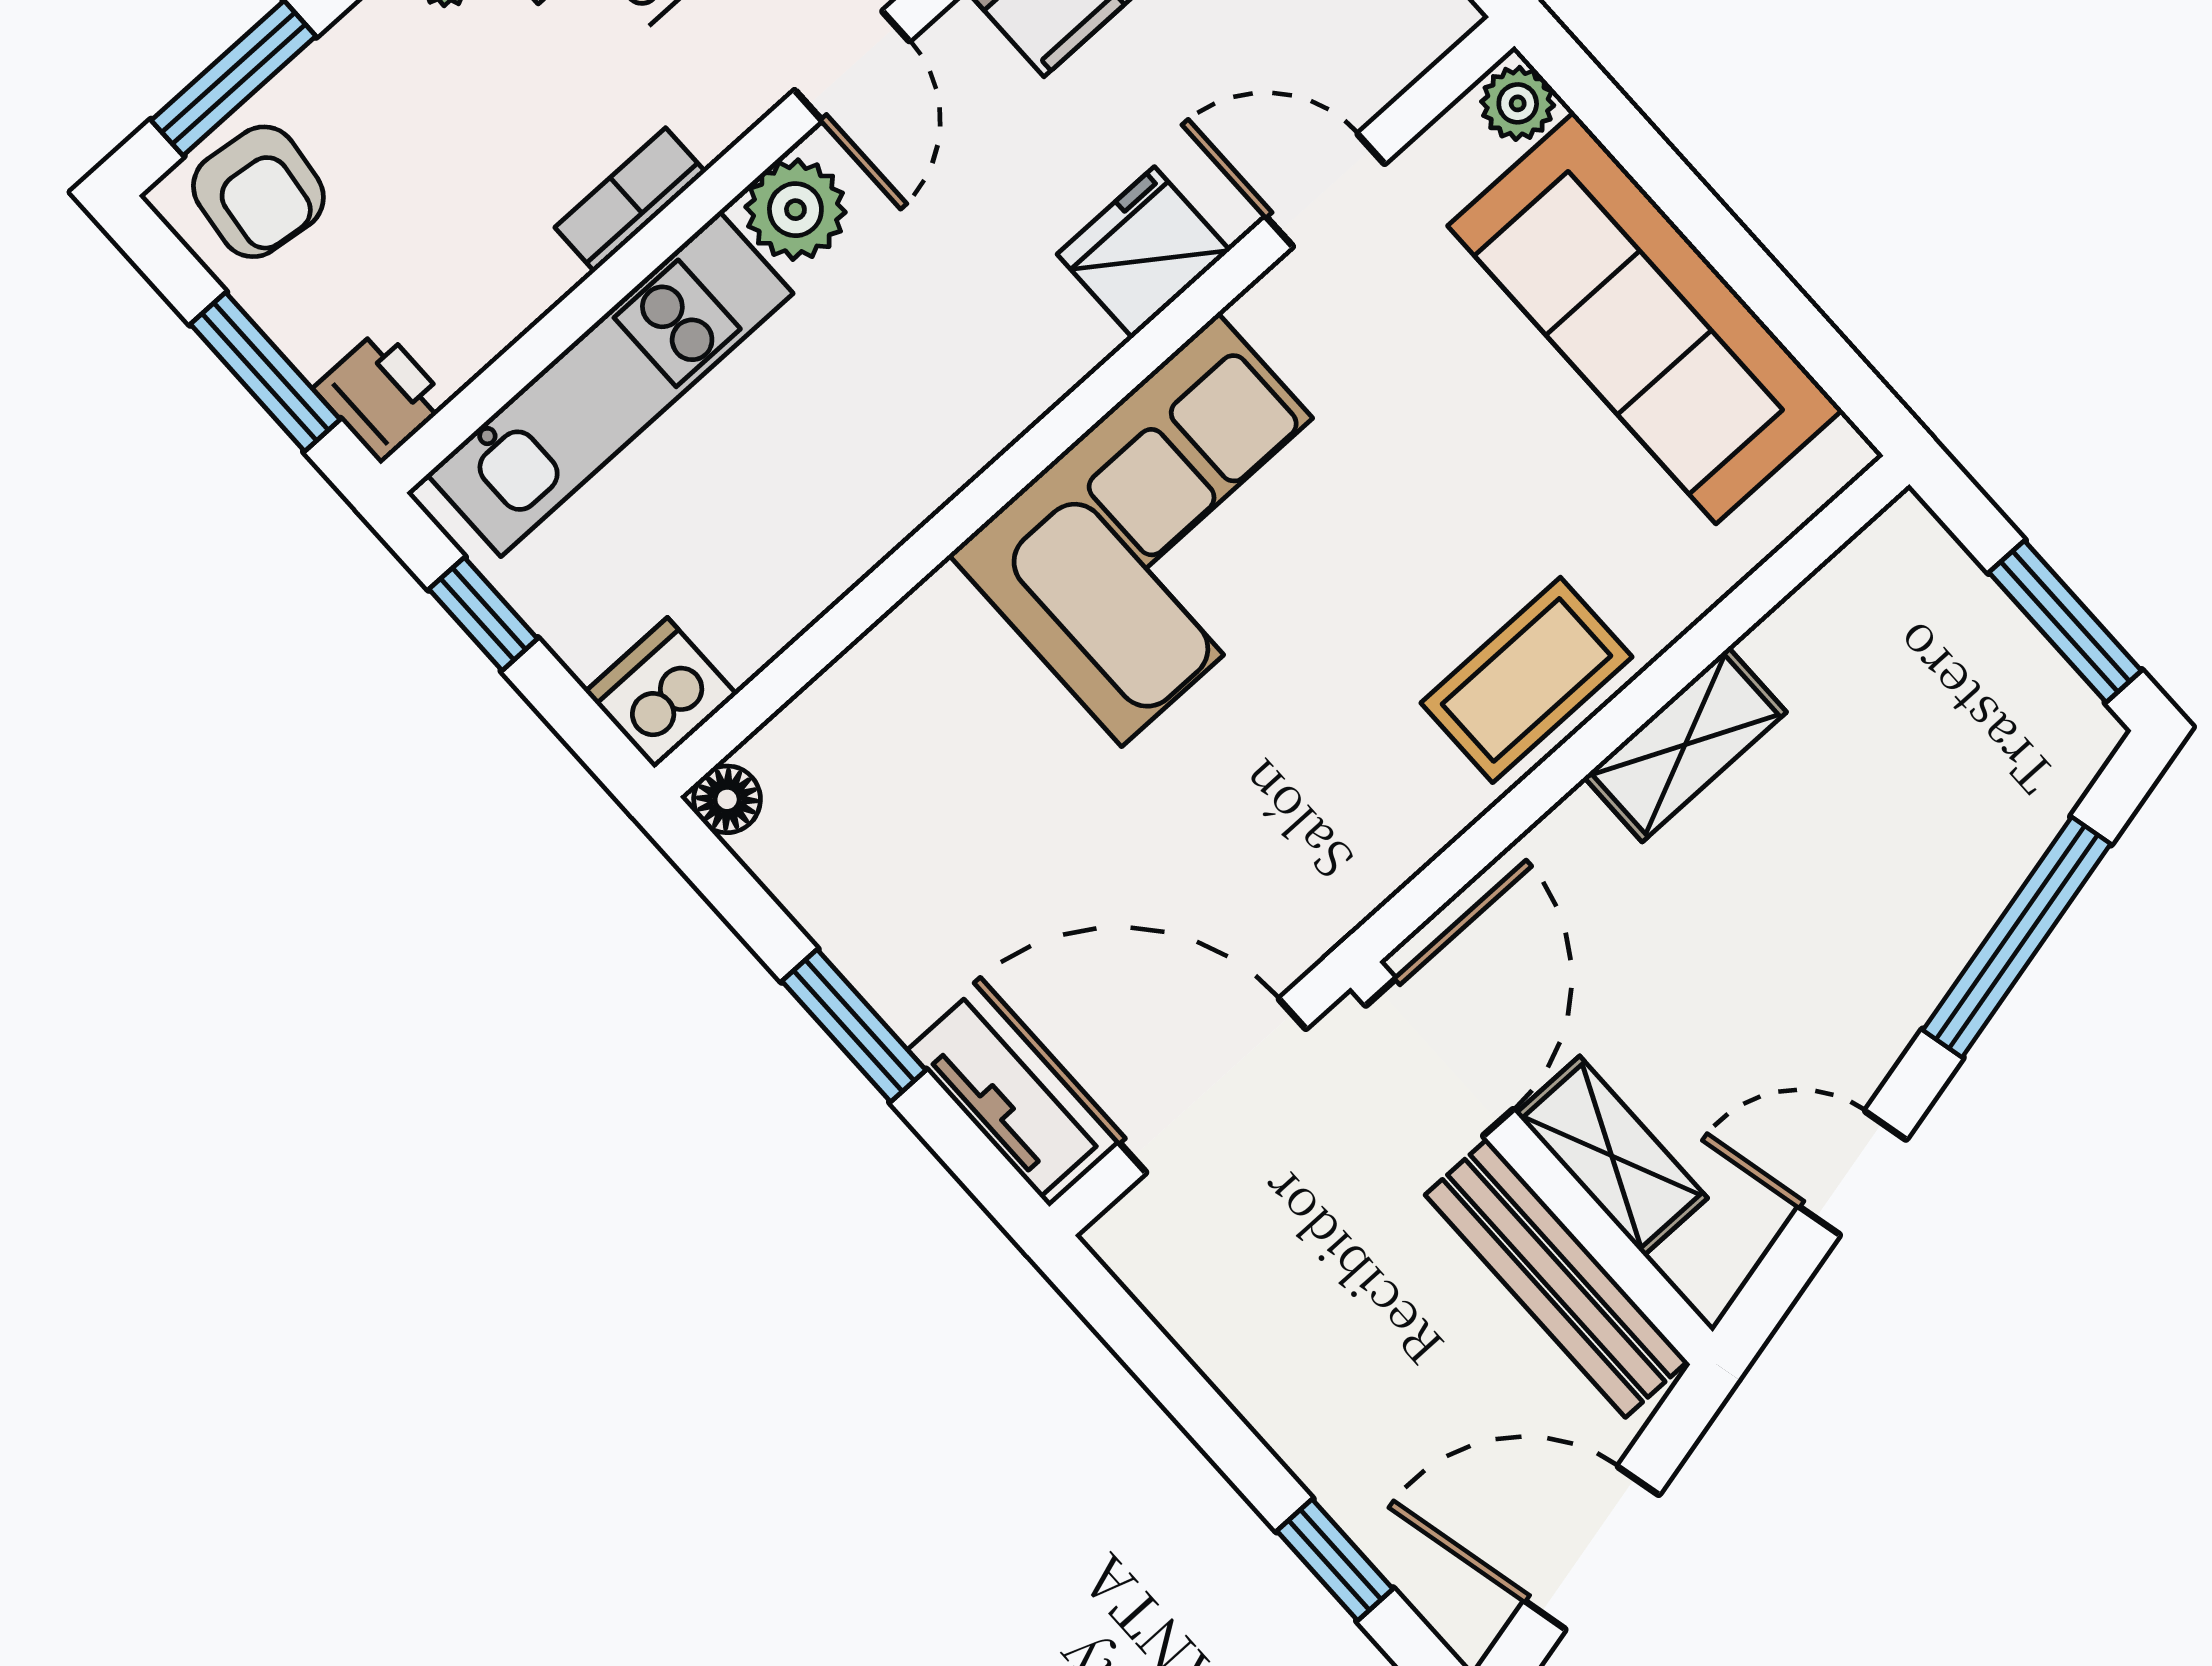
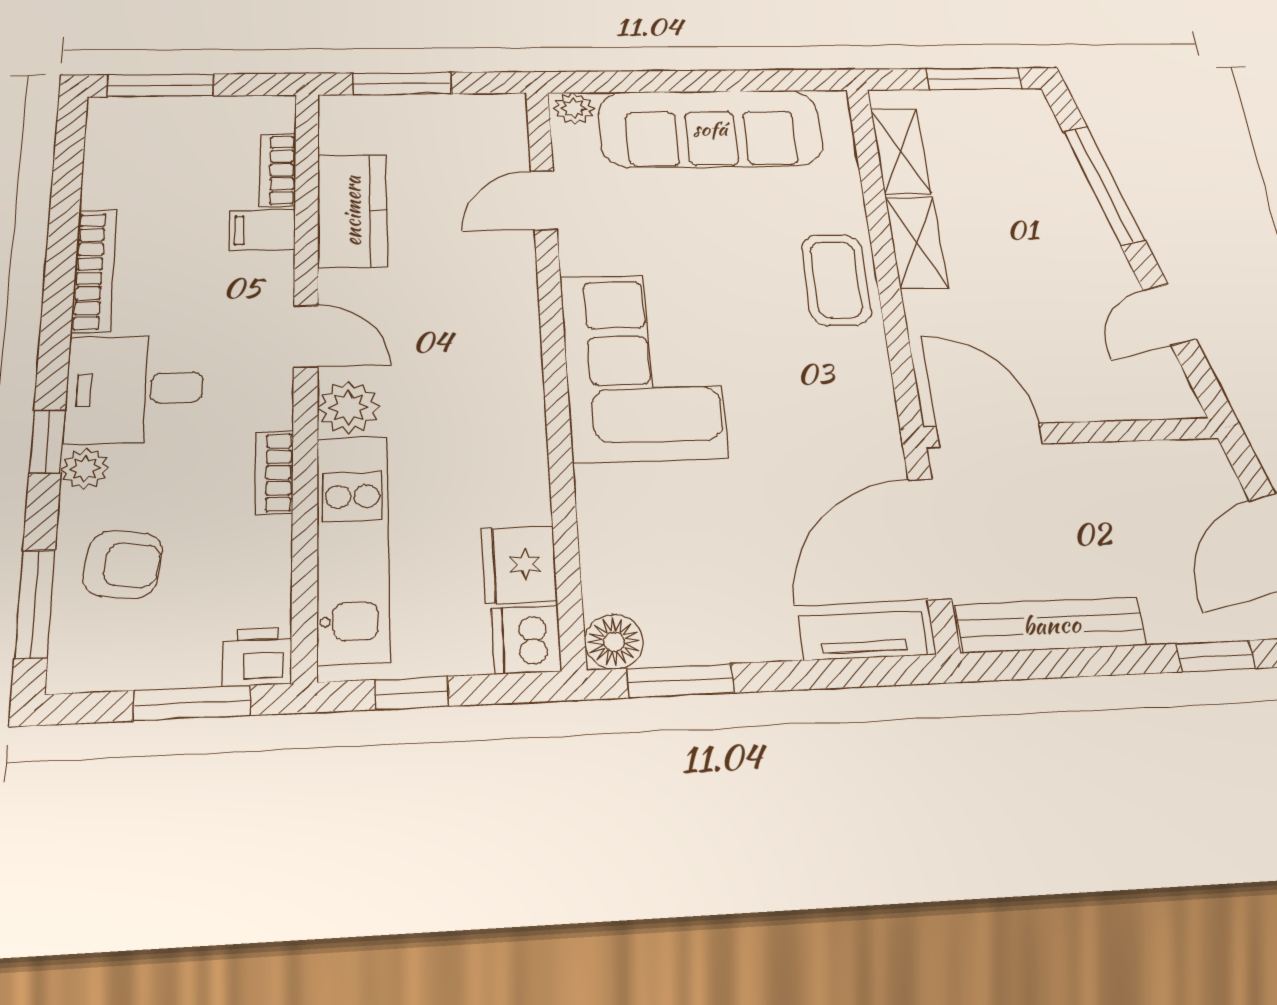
armchair: (258, 192) -> (123, 564), moved
fridge: (1144, 252) -> (519, 565), moved
floor lamp: (727, 799) -> (614, 642), width x1.37, depth x1.37
window: (854, 1026) -> (680, 681), moved
shelving: (1612, 1156) -> (901, 151), moved, turned 90
bench: (1556, 1278) -> (1051, 625), moved

